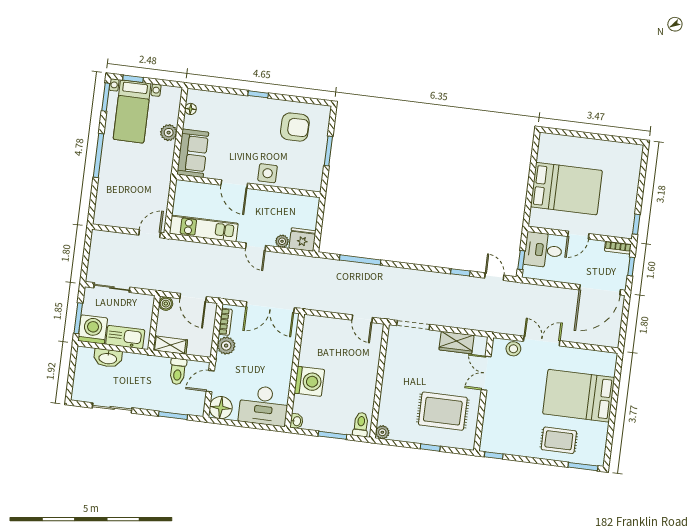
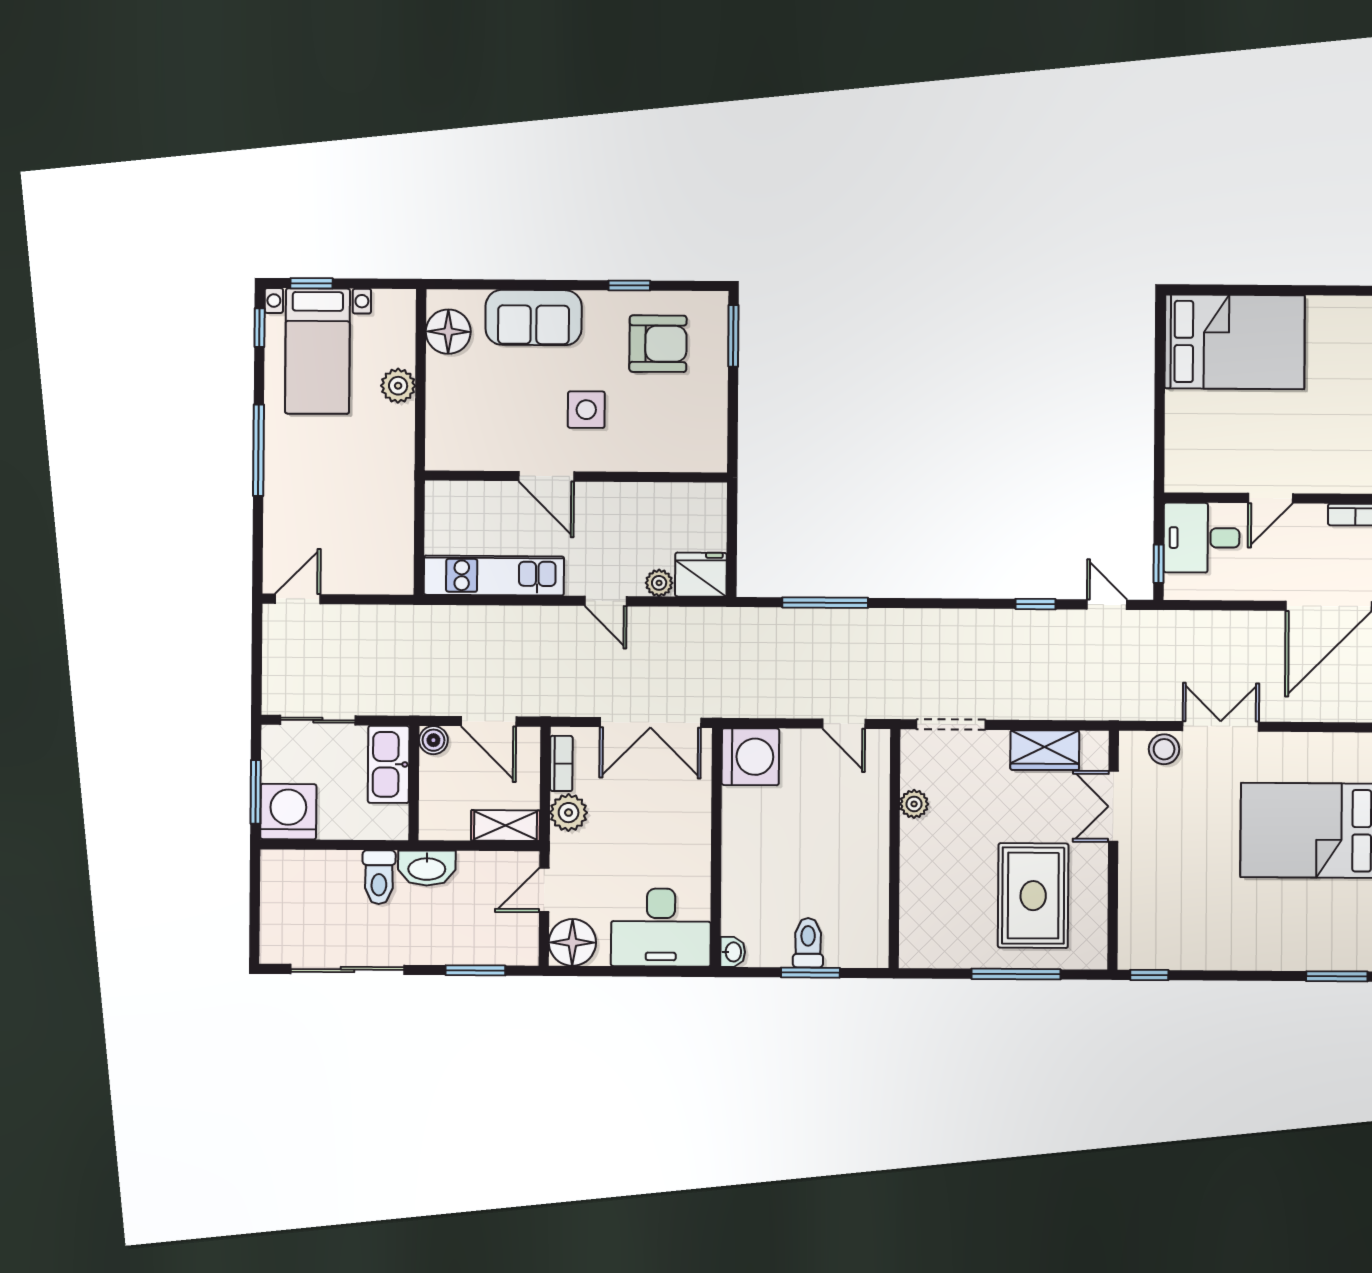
window: (258, 94) -> (629, 285), moved
window: (106, 97) -> (260, 328), width x0.67
floor lamp: (191, 109) -> (448, 332), width x1.89, depth x1.89
window: (328, 151) -> (733, 336), moved
sofa: (193, 153) -> (534, 317), moved, turned 90
side table: (268, 173) -> (586, 410), moved
bed: (566, 189) -> (1235, 342), moved
door: (150, 234) -> (298, 599), moved
kitchen sink: (125, 337) -> (389, 764), moved, turned -90
shelving: (170, 345) -> (505, 825), moved
washbasin: (108, 358) -> (427, 868), moved
toilet: (178, 371) -> (379, 877), moved
washing machine: (309, 381) -> (750, 757), moved
sliding door: (112, 408) -> (347, 969), width x1.37
rug: (443, 411) -> (1033, 896), turned 90
toilet: (361, 424) -> (808, 943), moved
plant: (382, 432) -> (914, 804), moved
rug: (559, 440) -> (1280, 928), removed
window: (430, 448) -> (1016, 974), width x2.17

